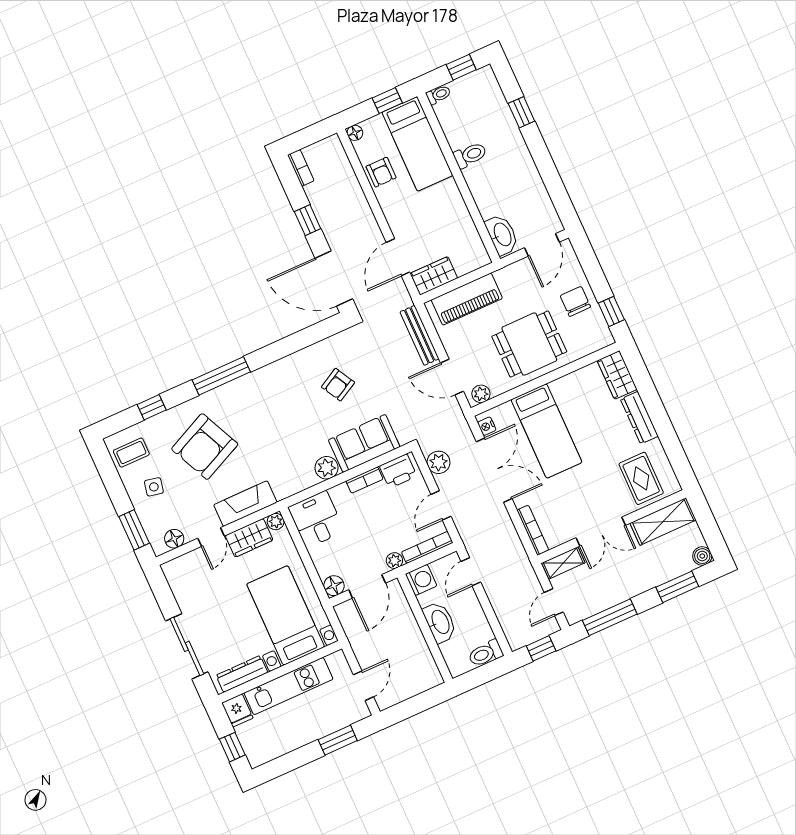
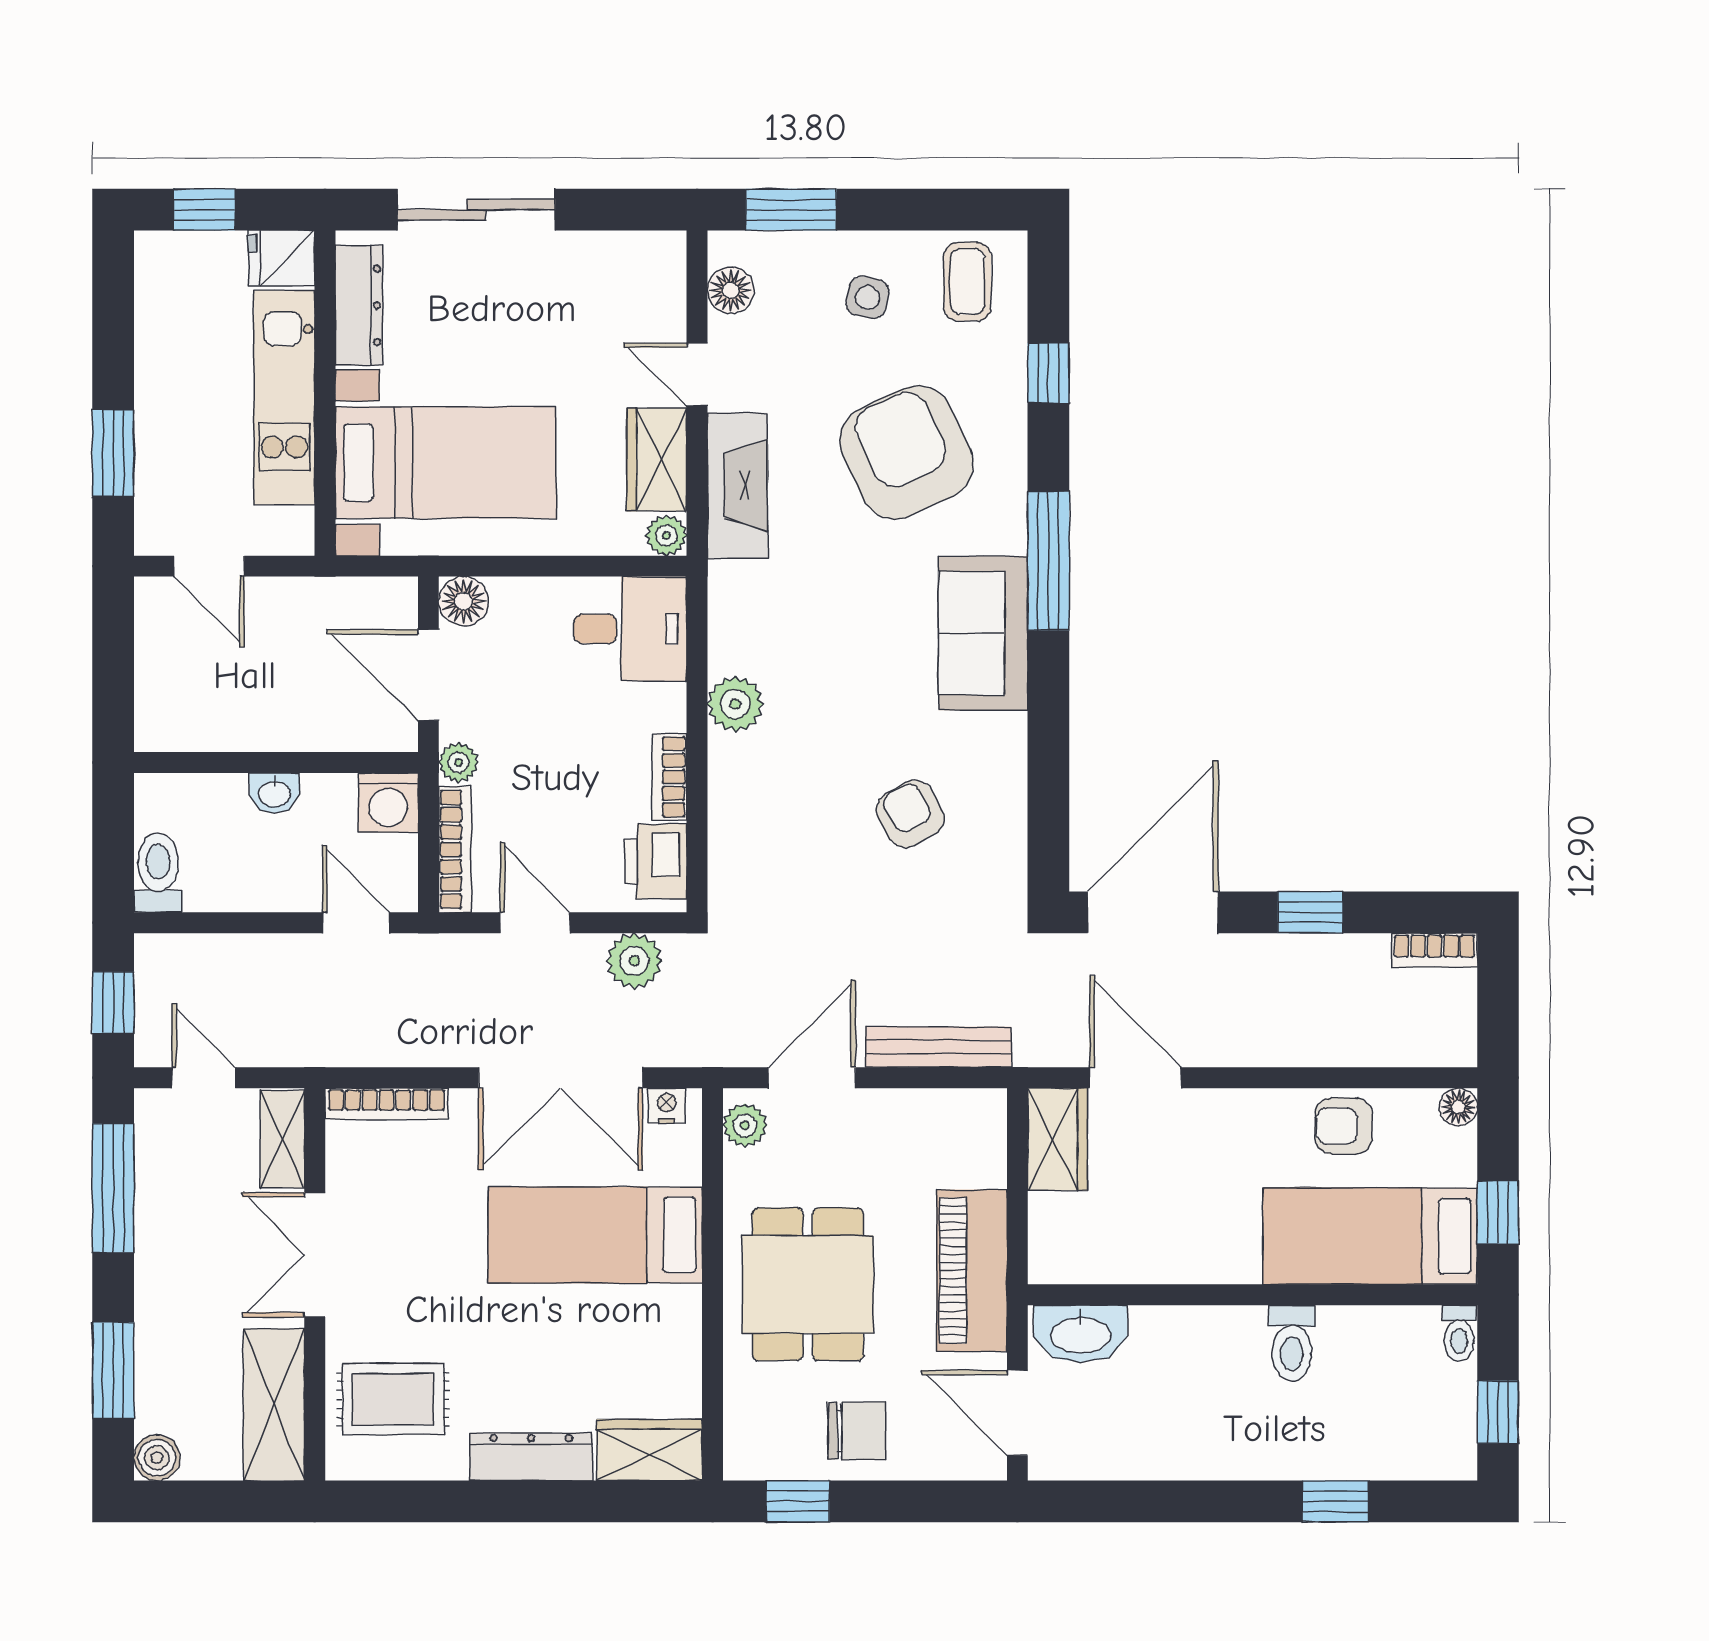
piano: (467, 299) -> (972, 1271), moved
sofa: (364, 443) -> (983, 633), moved, turned 180
washbasin: (440, 622) -> (274, 793), width x0.52, depth x0.69

